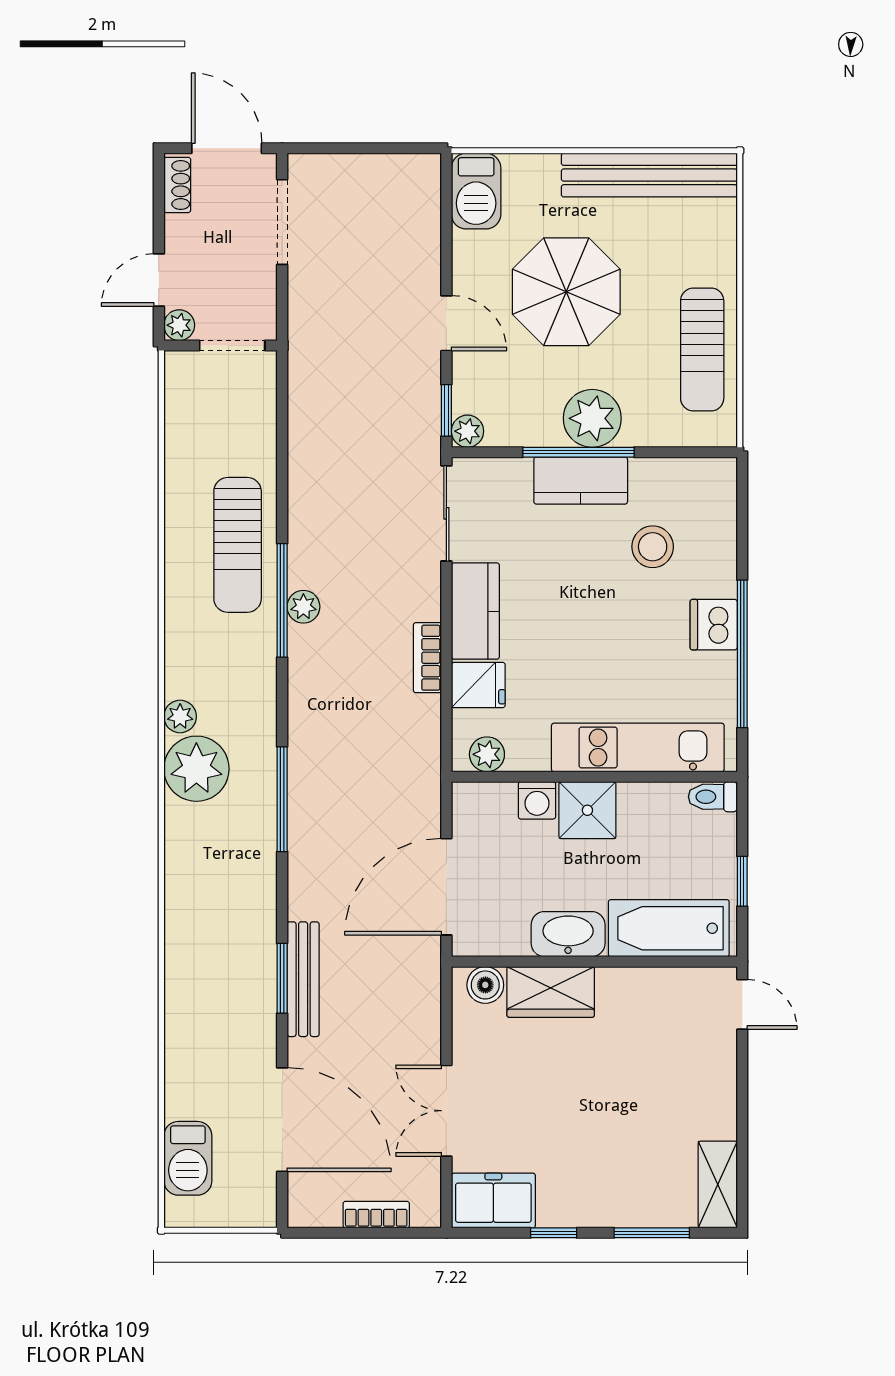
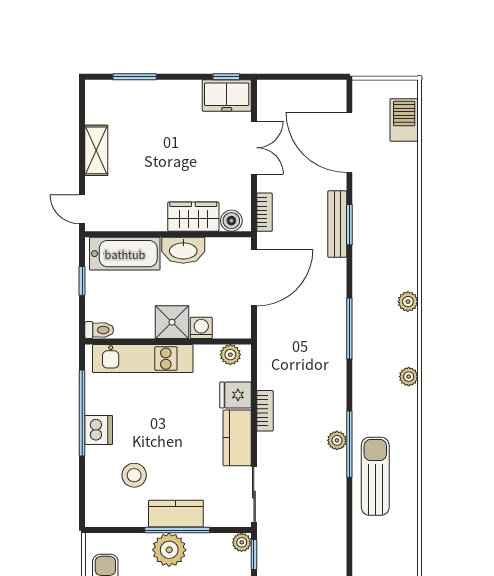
plant: (196, 769) -> (408, 302), moved, width x0.53, depth x0.53
shelving: (718, 1184) -> (96, 150), moved
bookcase: (376, 1215) -> (264, 212), moved, turned -90
window: (554, 1233) -> (226, 77), moved

